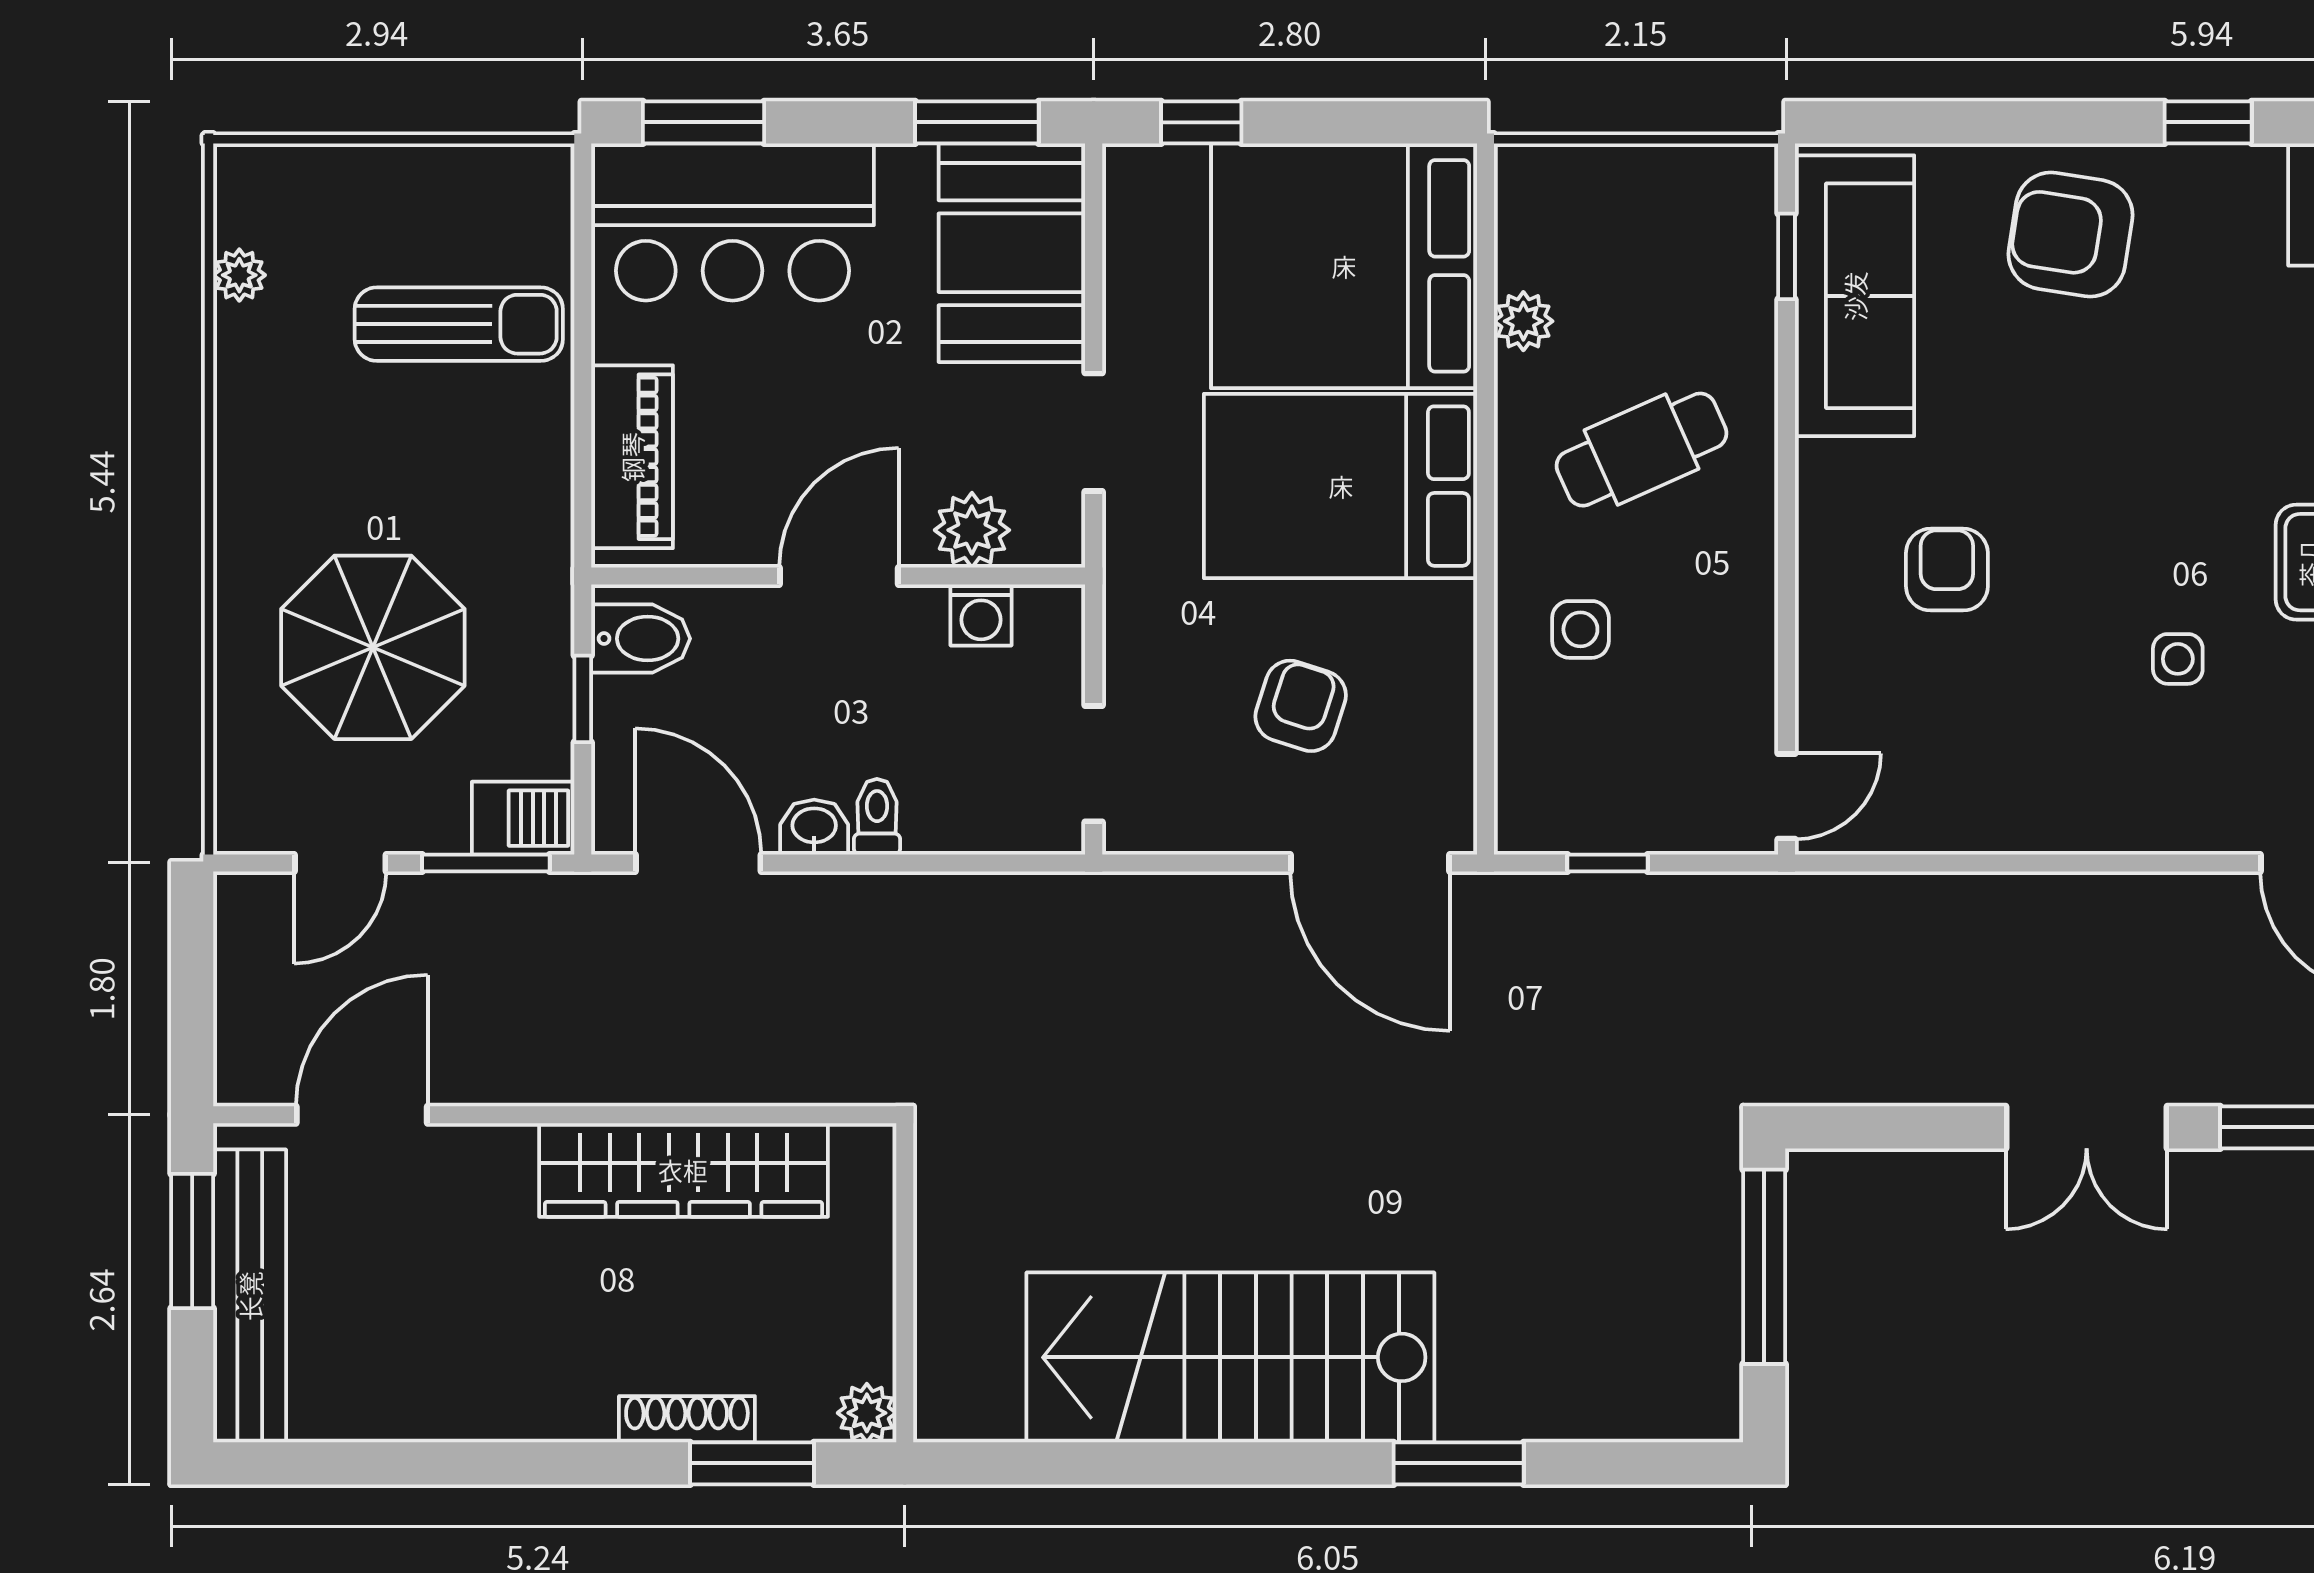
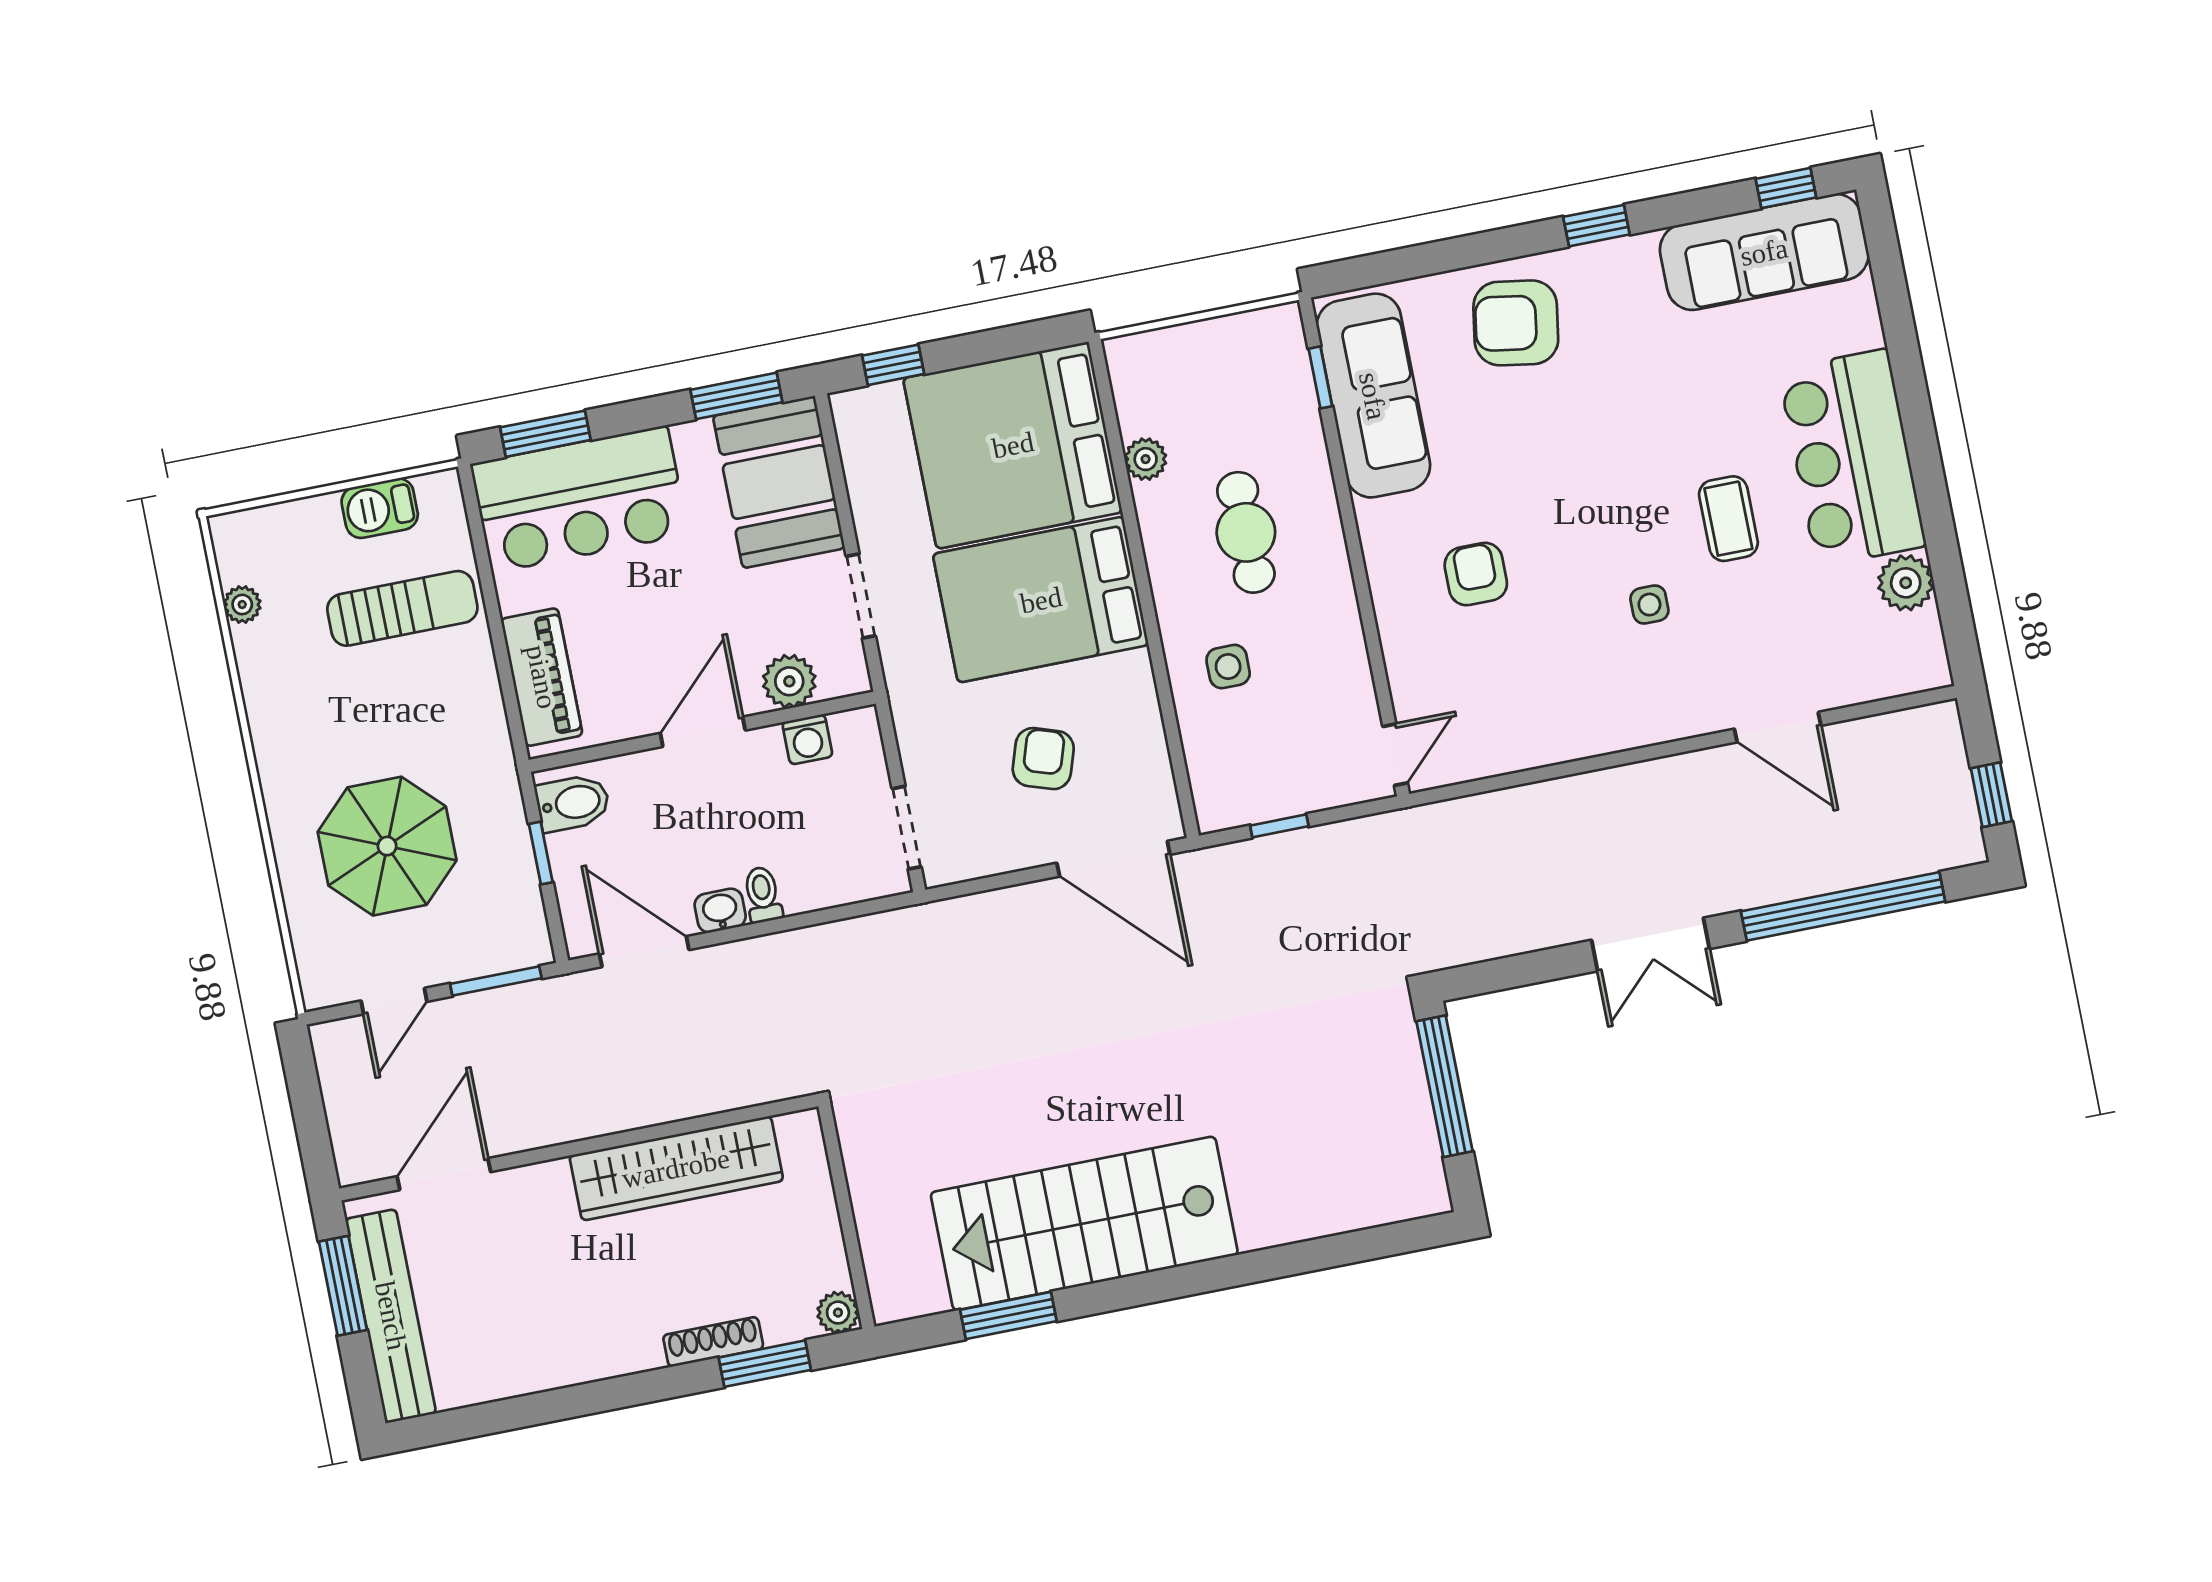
cafe table: (1642, 450) -> (1246, 532), turned -66
barbecue: (523, 818) -> (380, 508), moved, turned 180
window: (1459, 1463) -> (1008, 1315), moved

